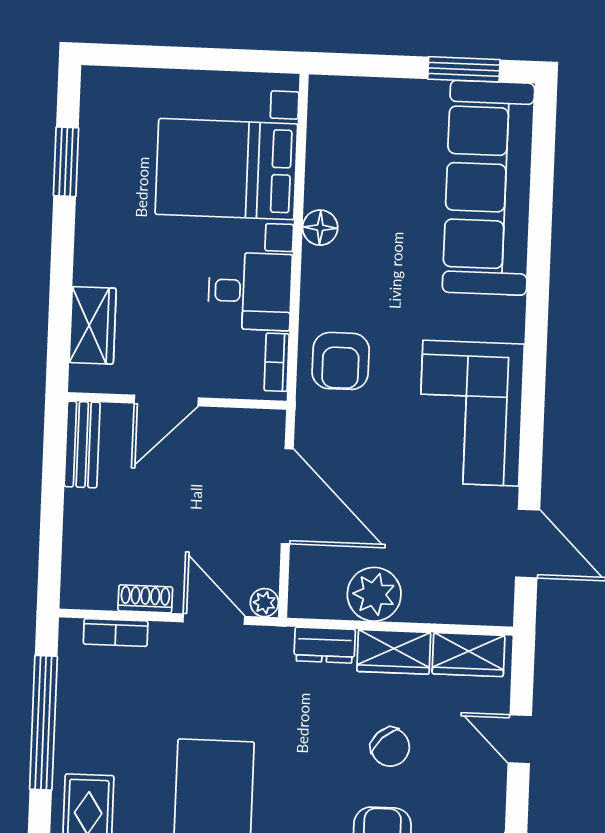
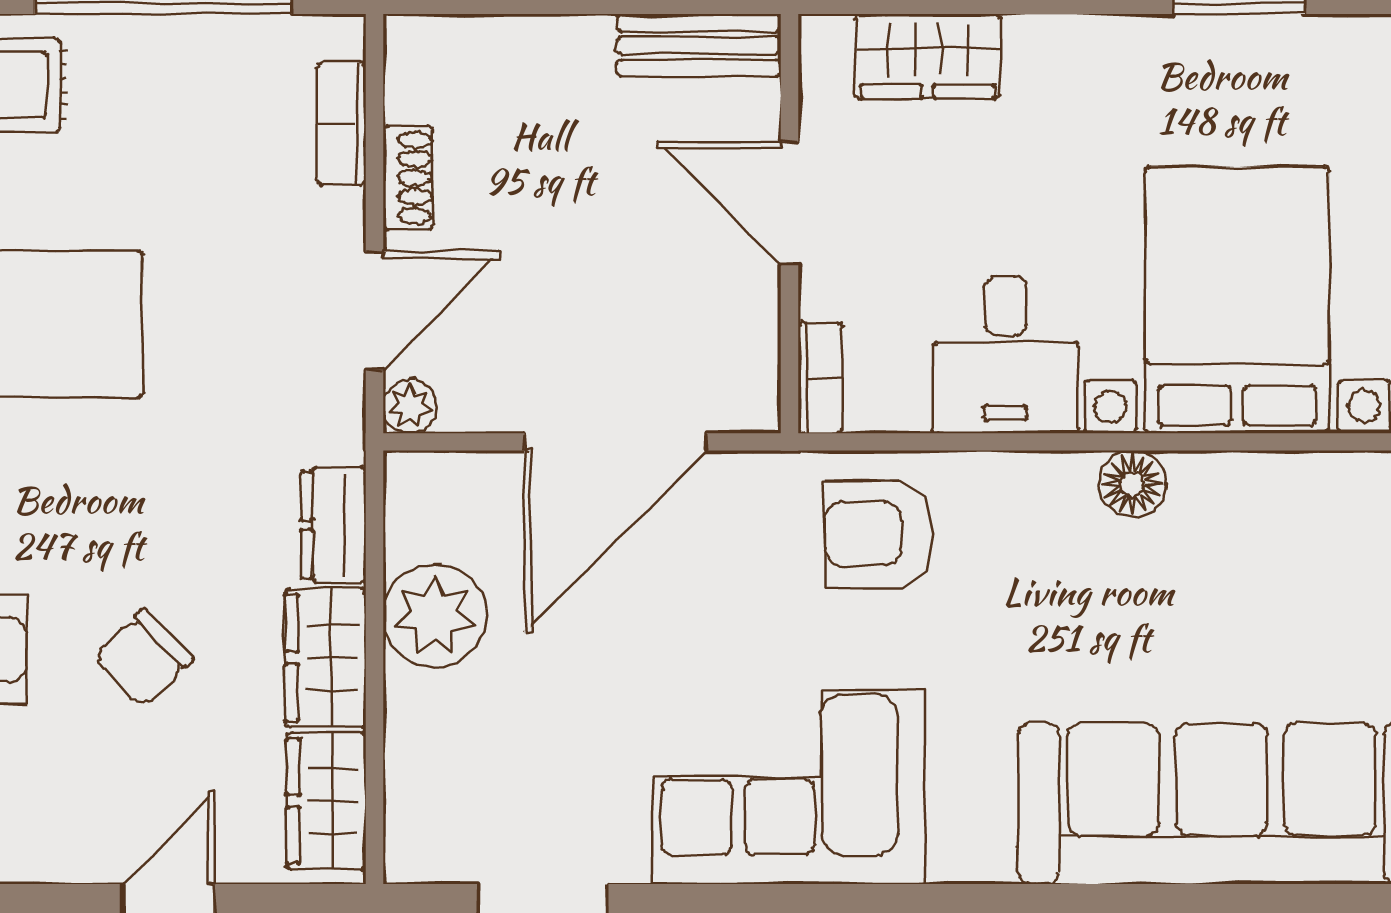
bookcase: (277, 362) -> (820, 378), moved, turned 90

